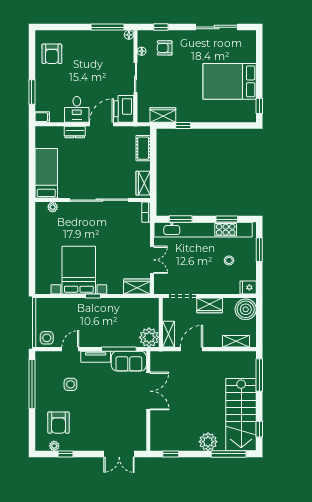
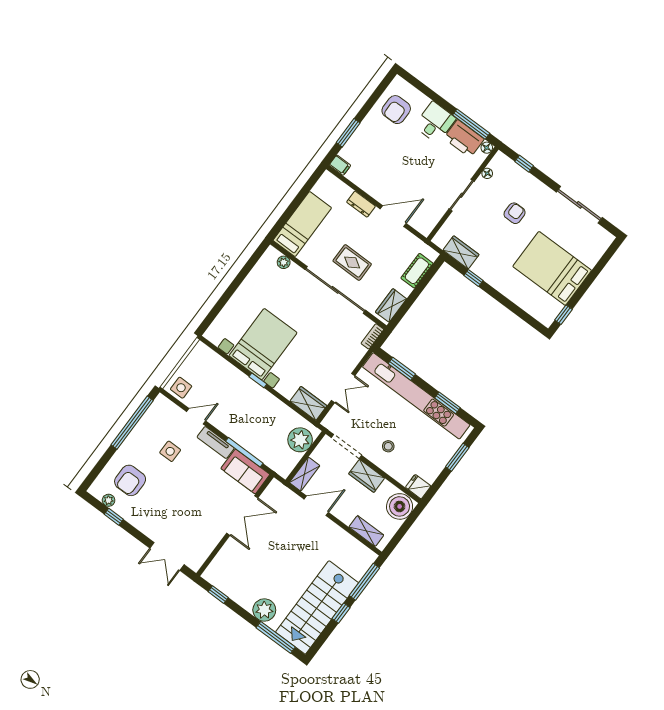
armchair: (165, 48) -> (515, 213), moved, turned 90
desk: (77, 109) -> (435, 122), moved, turned 180
printer: (124, 109) -> (464, 139), moved, turned -90
rug: (97, 174) -> (352, 262), added
stool: (229, 260) -> (388, 446), moved
plant: (149, 337) -> (300, 440), moved
window: (259, 429) -> (341, 613), moved

